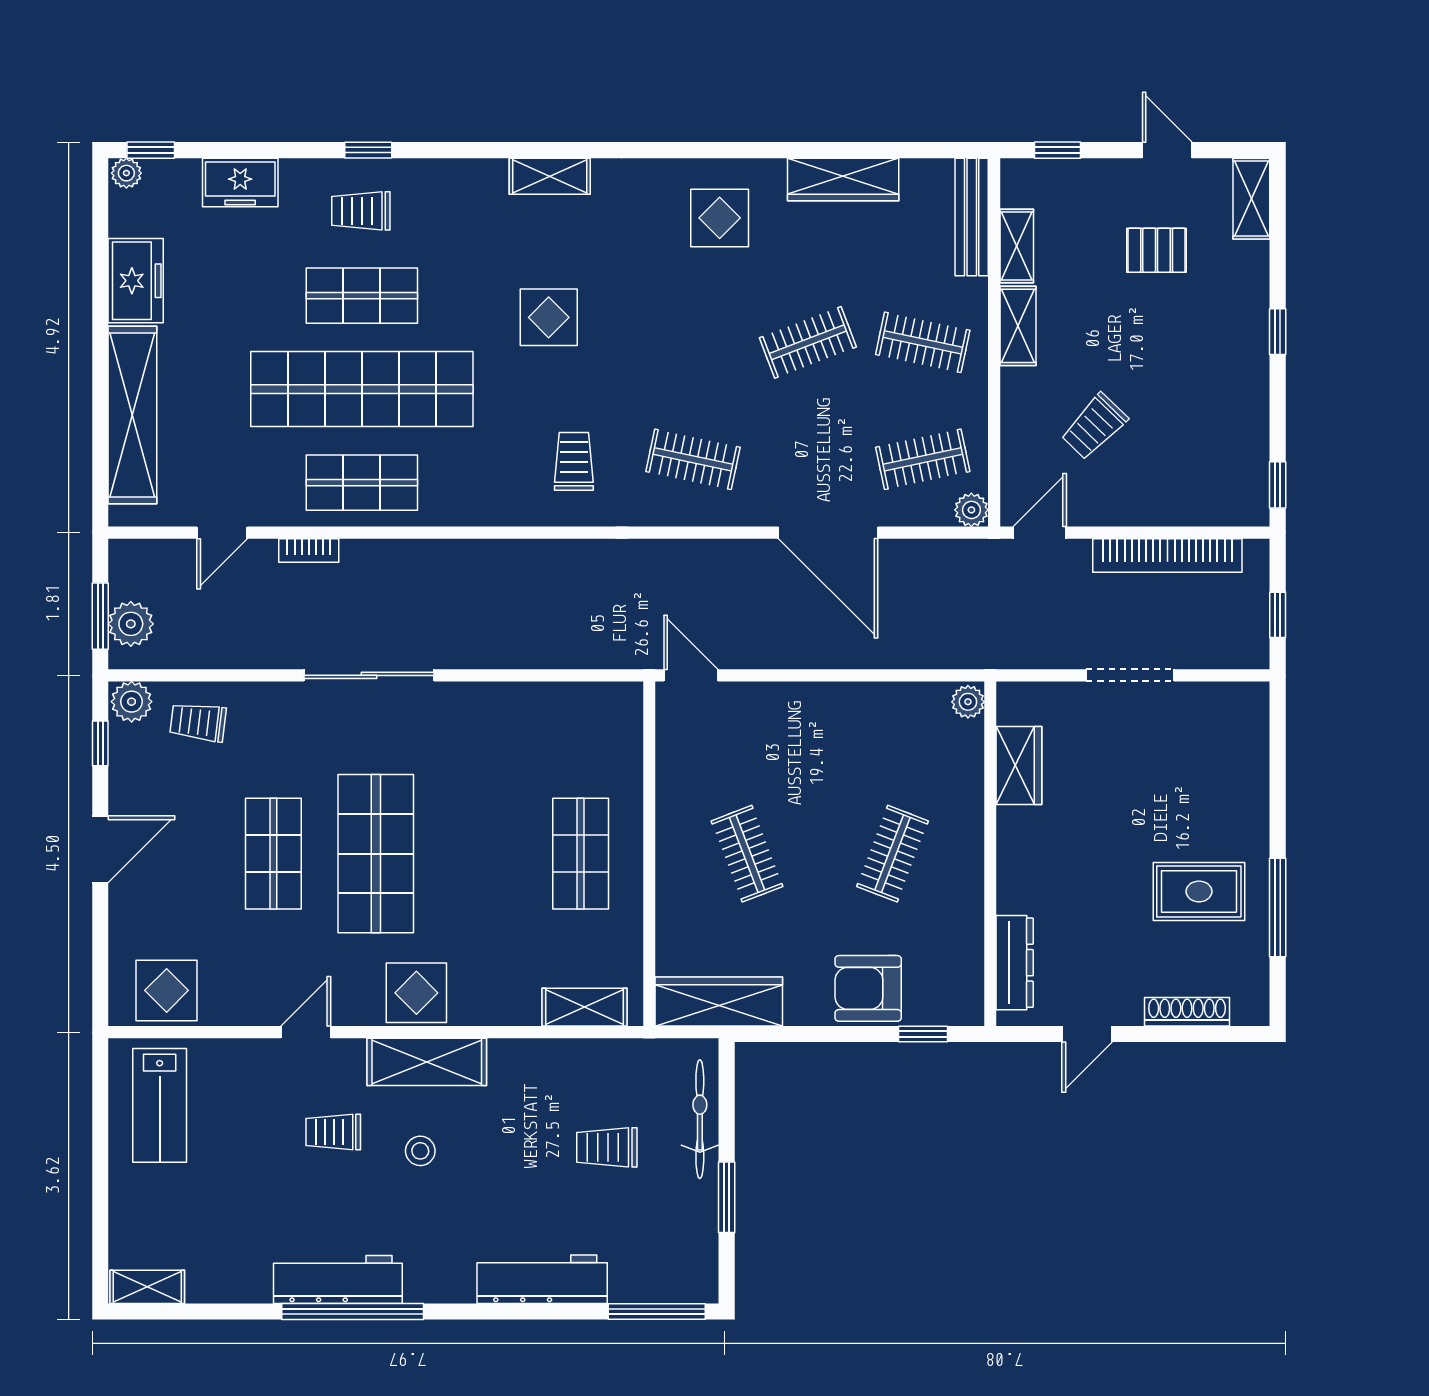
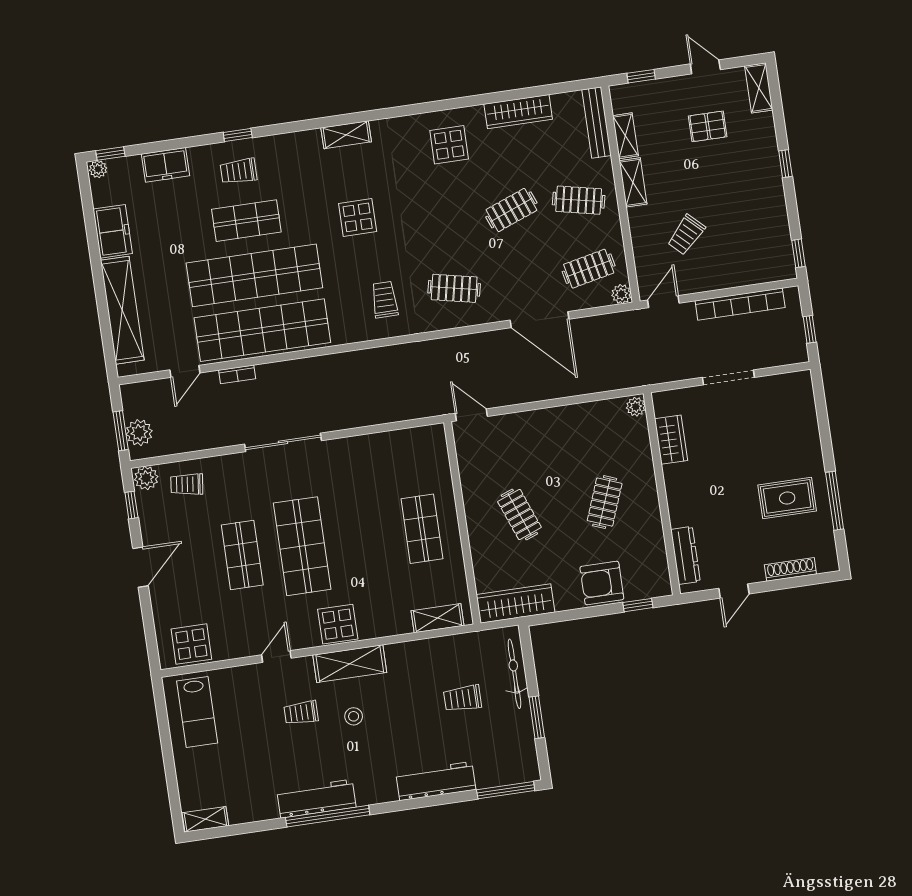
shop shelf: (362, 483) -> (262, 330), width x2.00, depth x1.36

